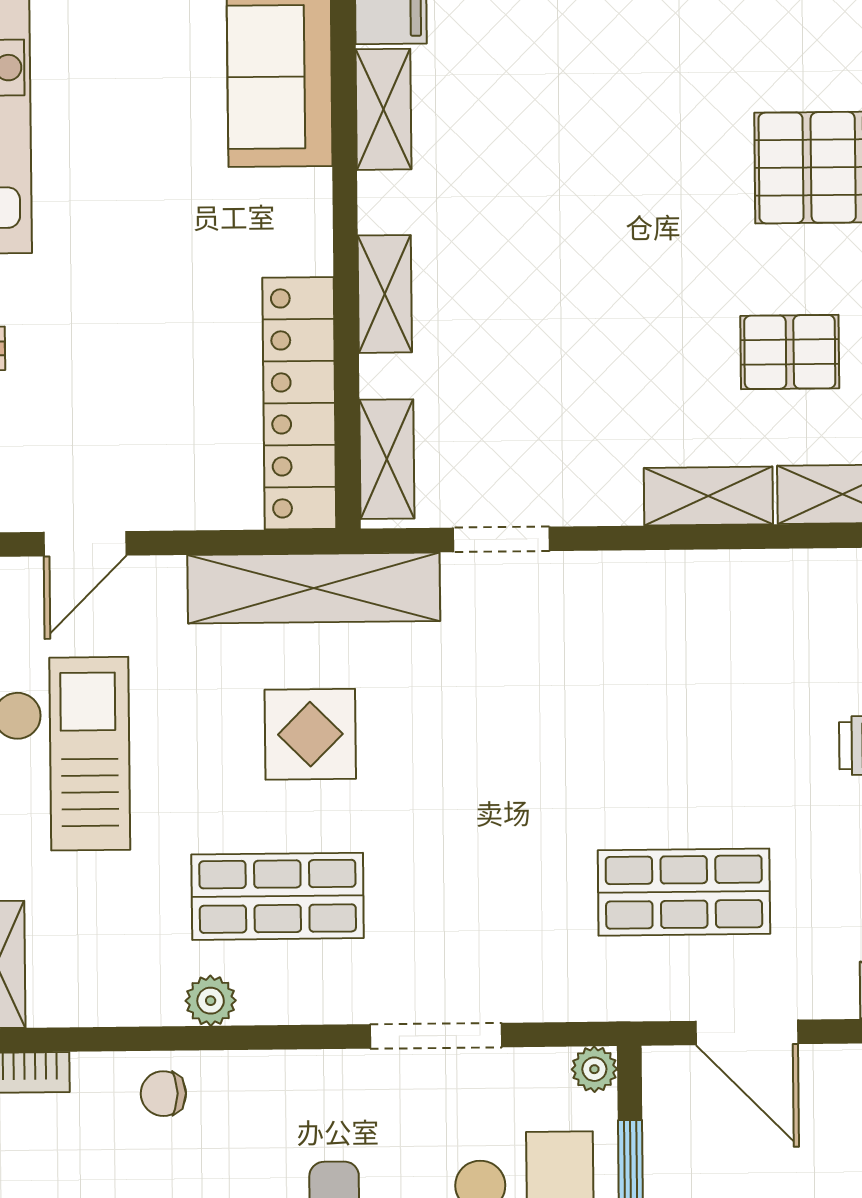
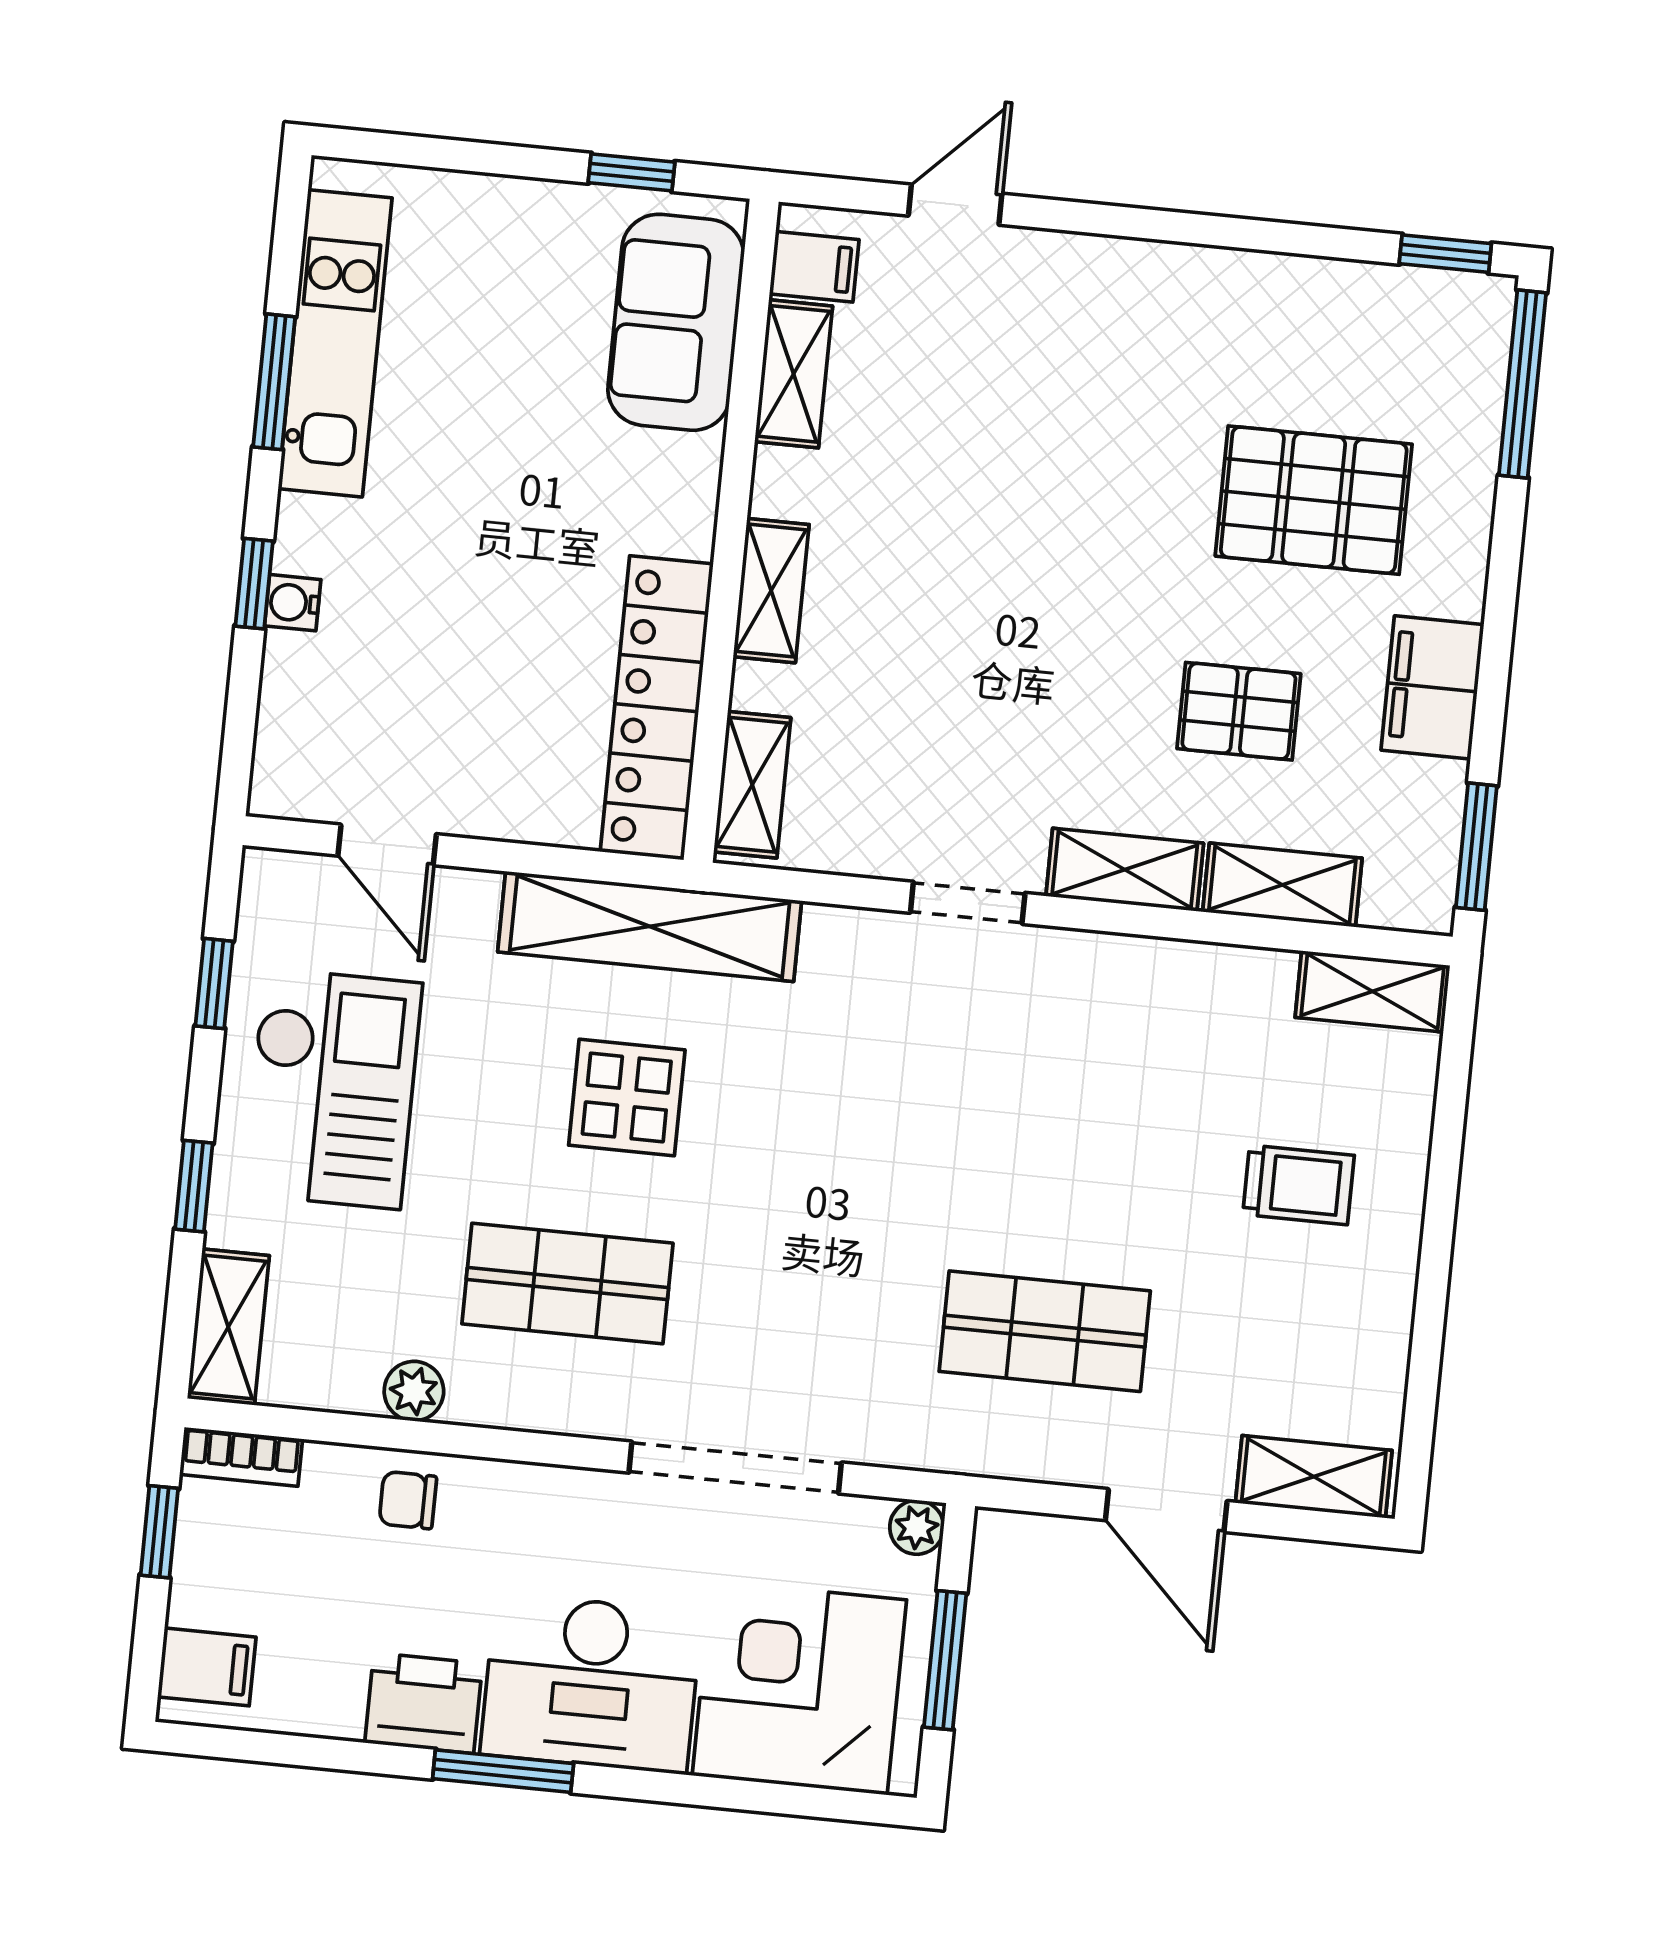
doorway: (501, 539) -> (968, 903), moved
door: (85, 544) -> (387, 845), hinge flipped
plant: (211, 1001) -> (414, 1391), moved
door: (747, 1032) -> (1166, 1511), moved
doorway: (436, 1036) -> (735, 1468), width x1.36

